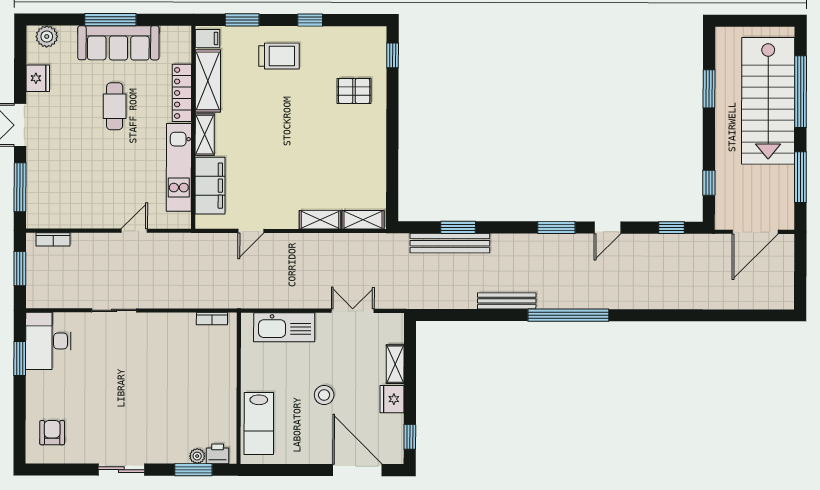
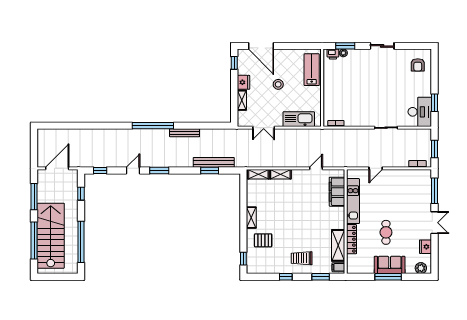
sofa: (118, 43) -> (390, 265), width x0.73
window: (709, 89) -> (81, 242), width x2.11
shelving: (205, 135) -> (251, 218), moved

